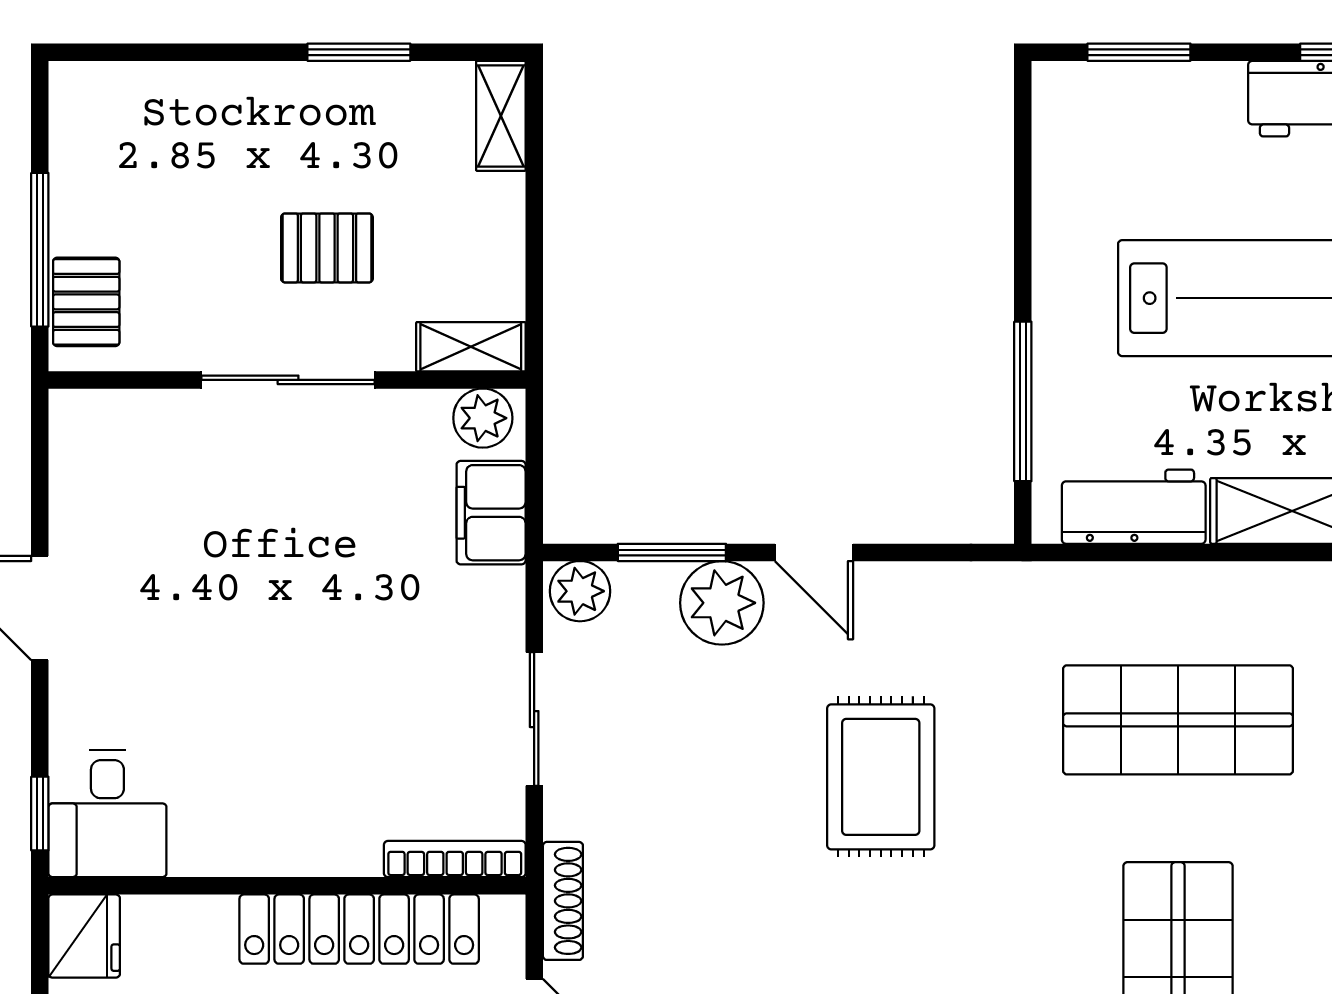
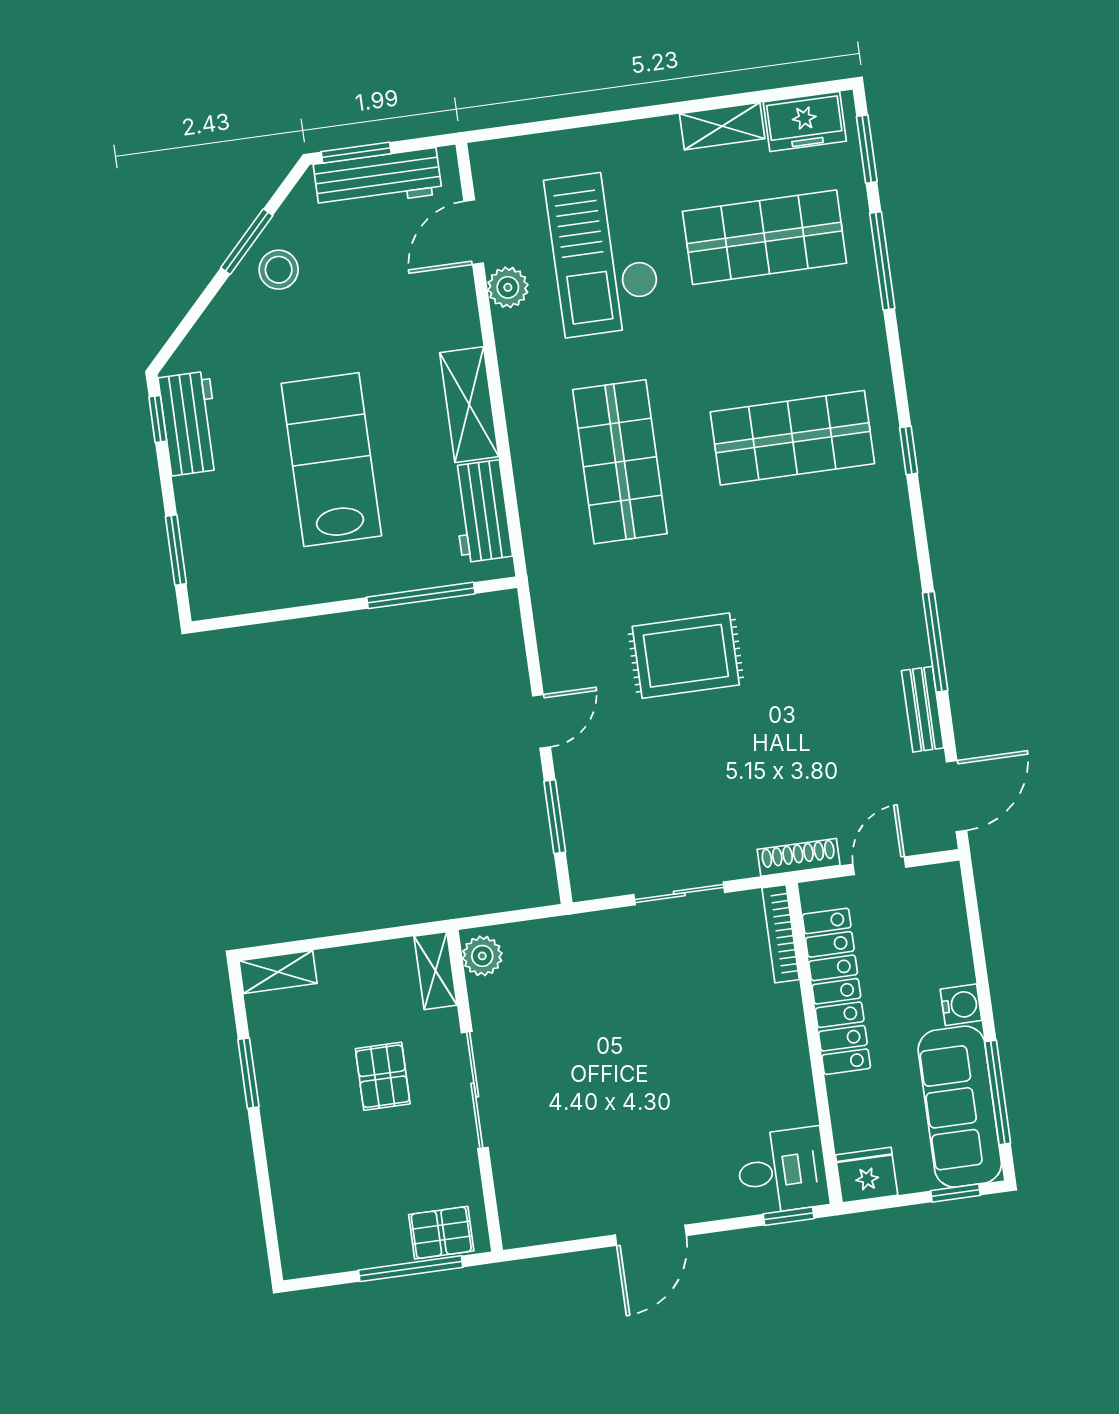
filing cabinet: (491, 513) -> (545, 942), removed
plant: (580, 591) -> (589, 875), removed
plant: (722, 603) -> (584, 778), removed

